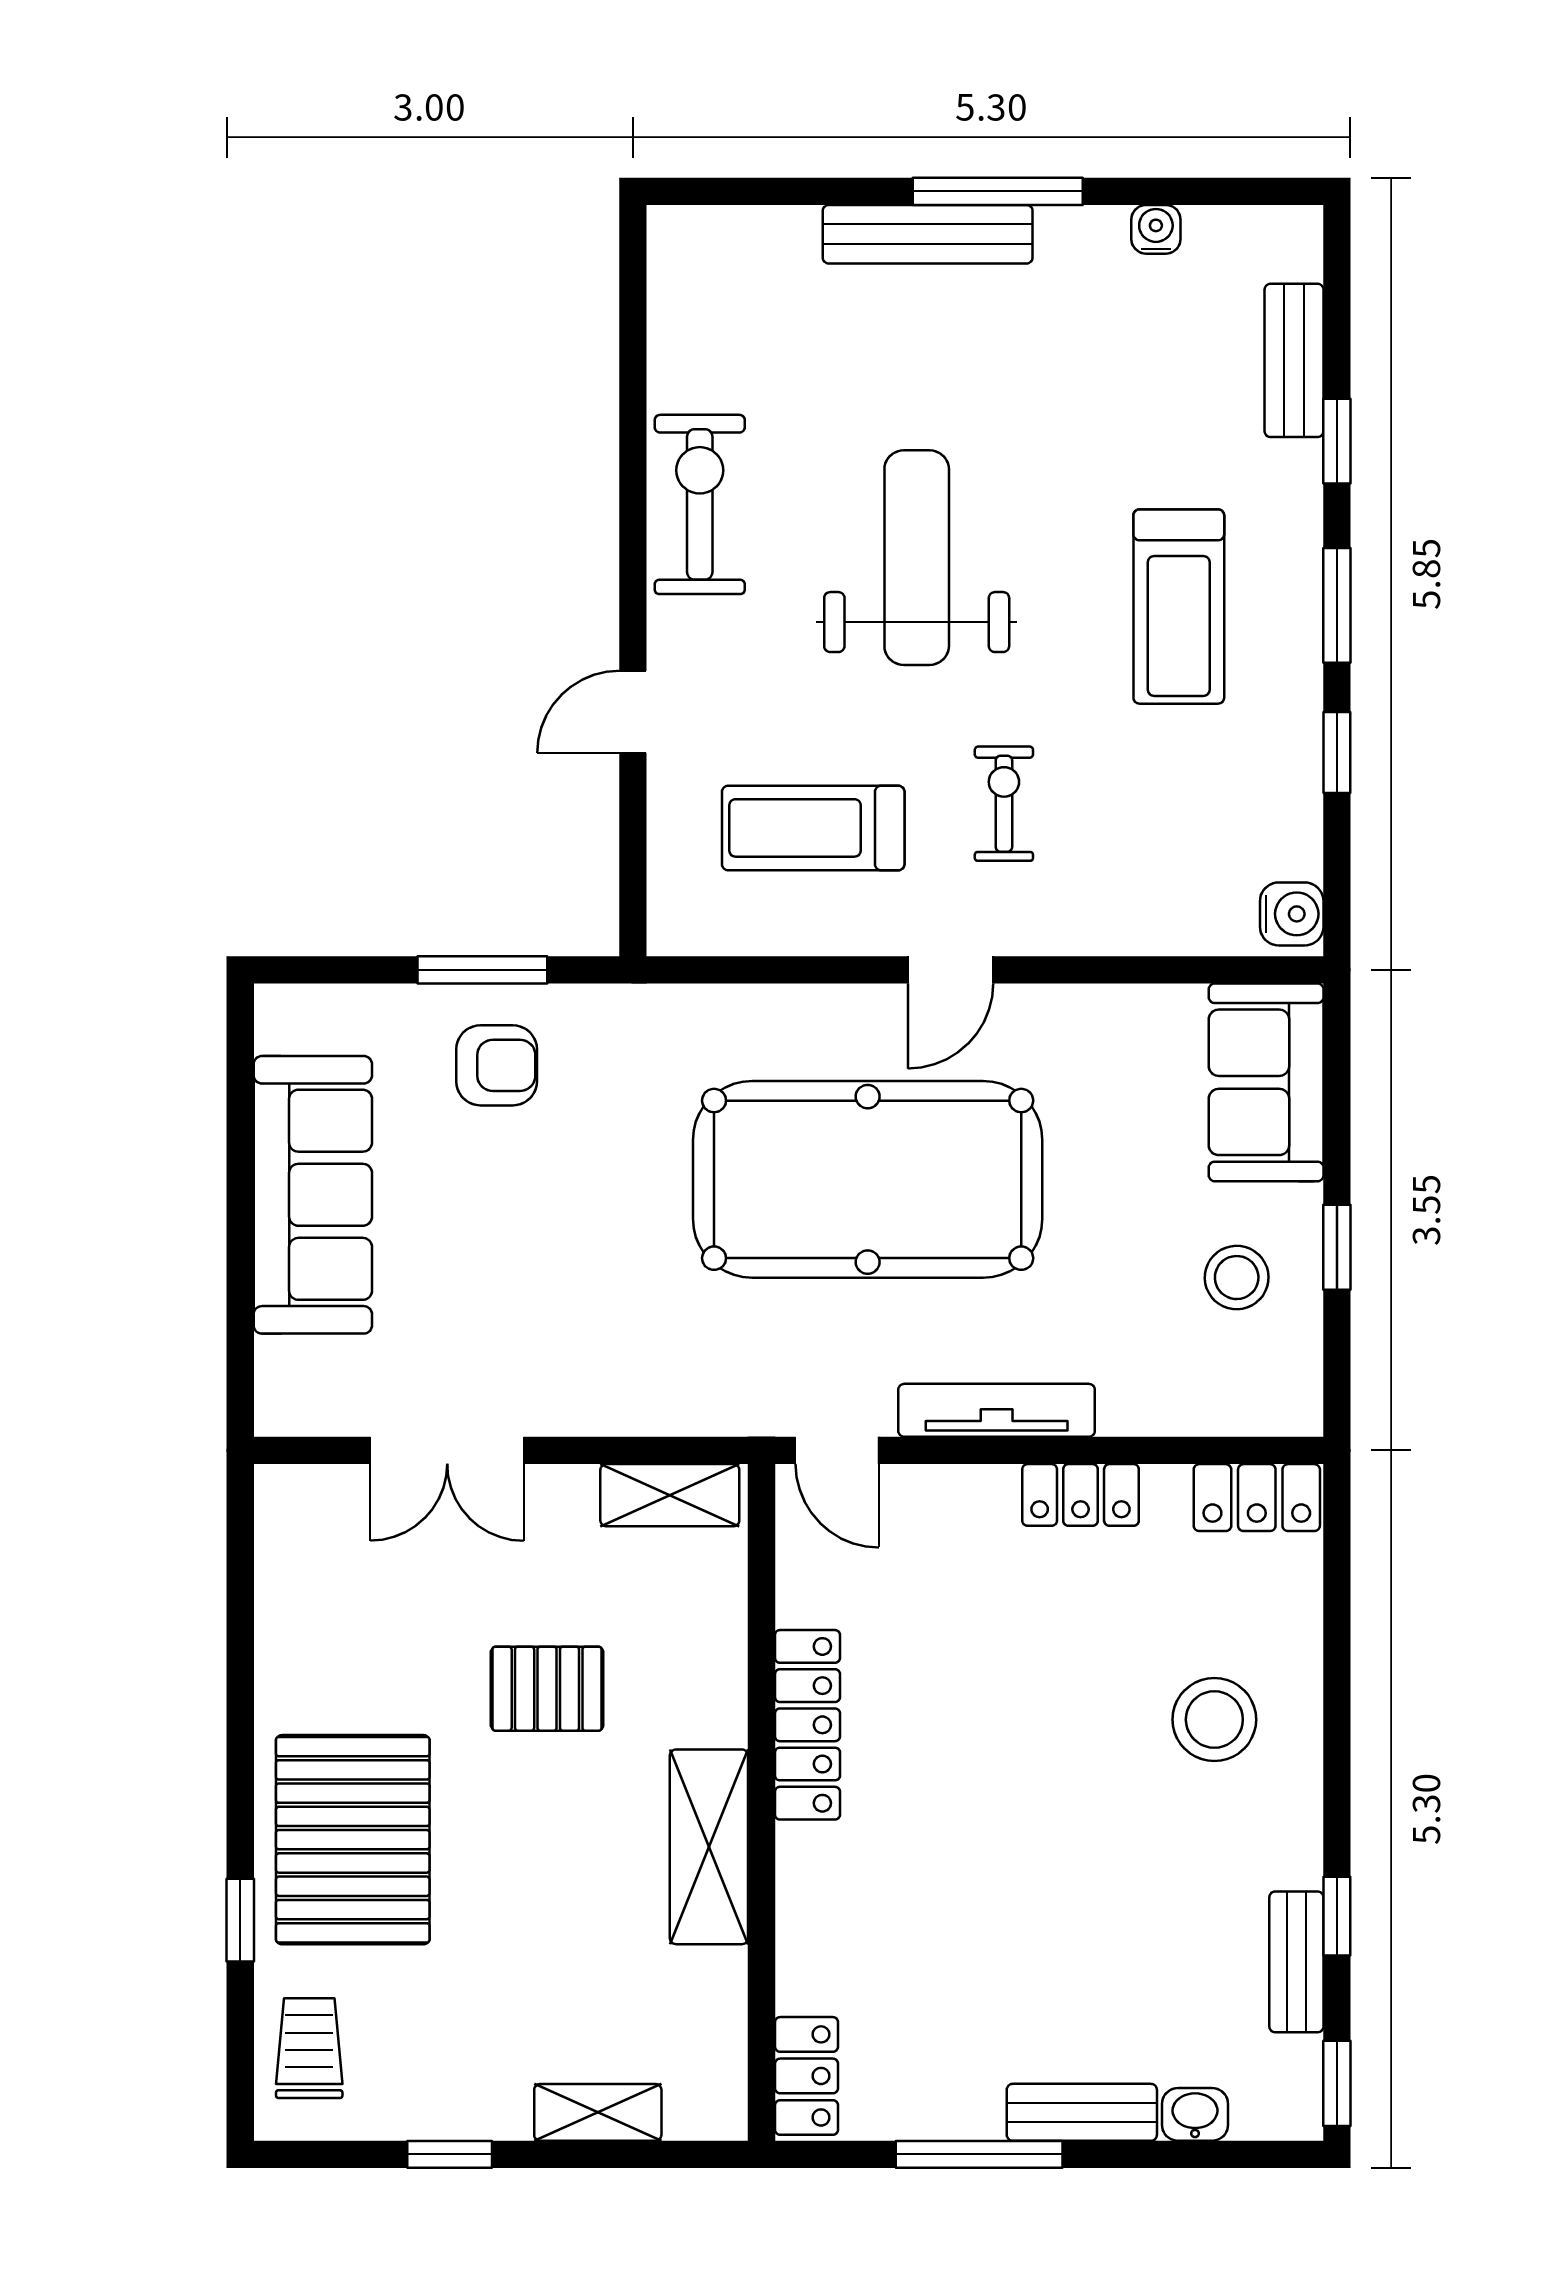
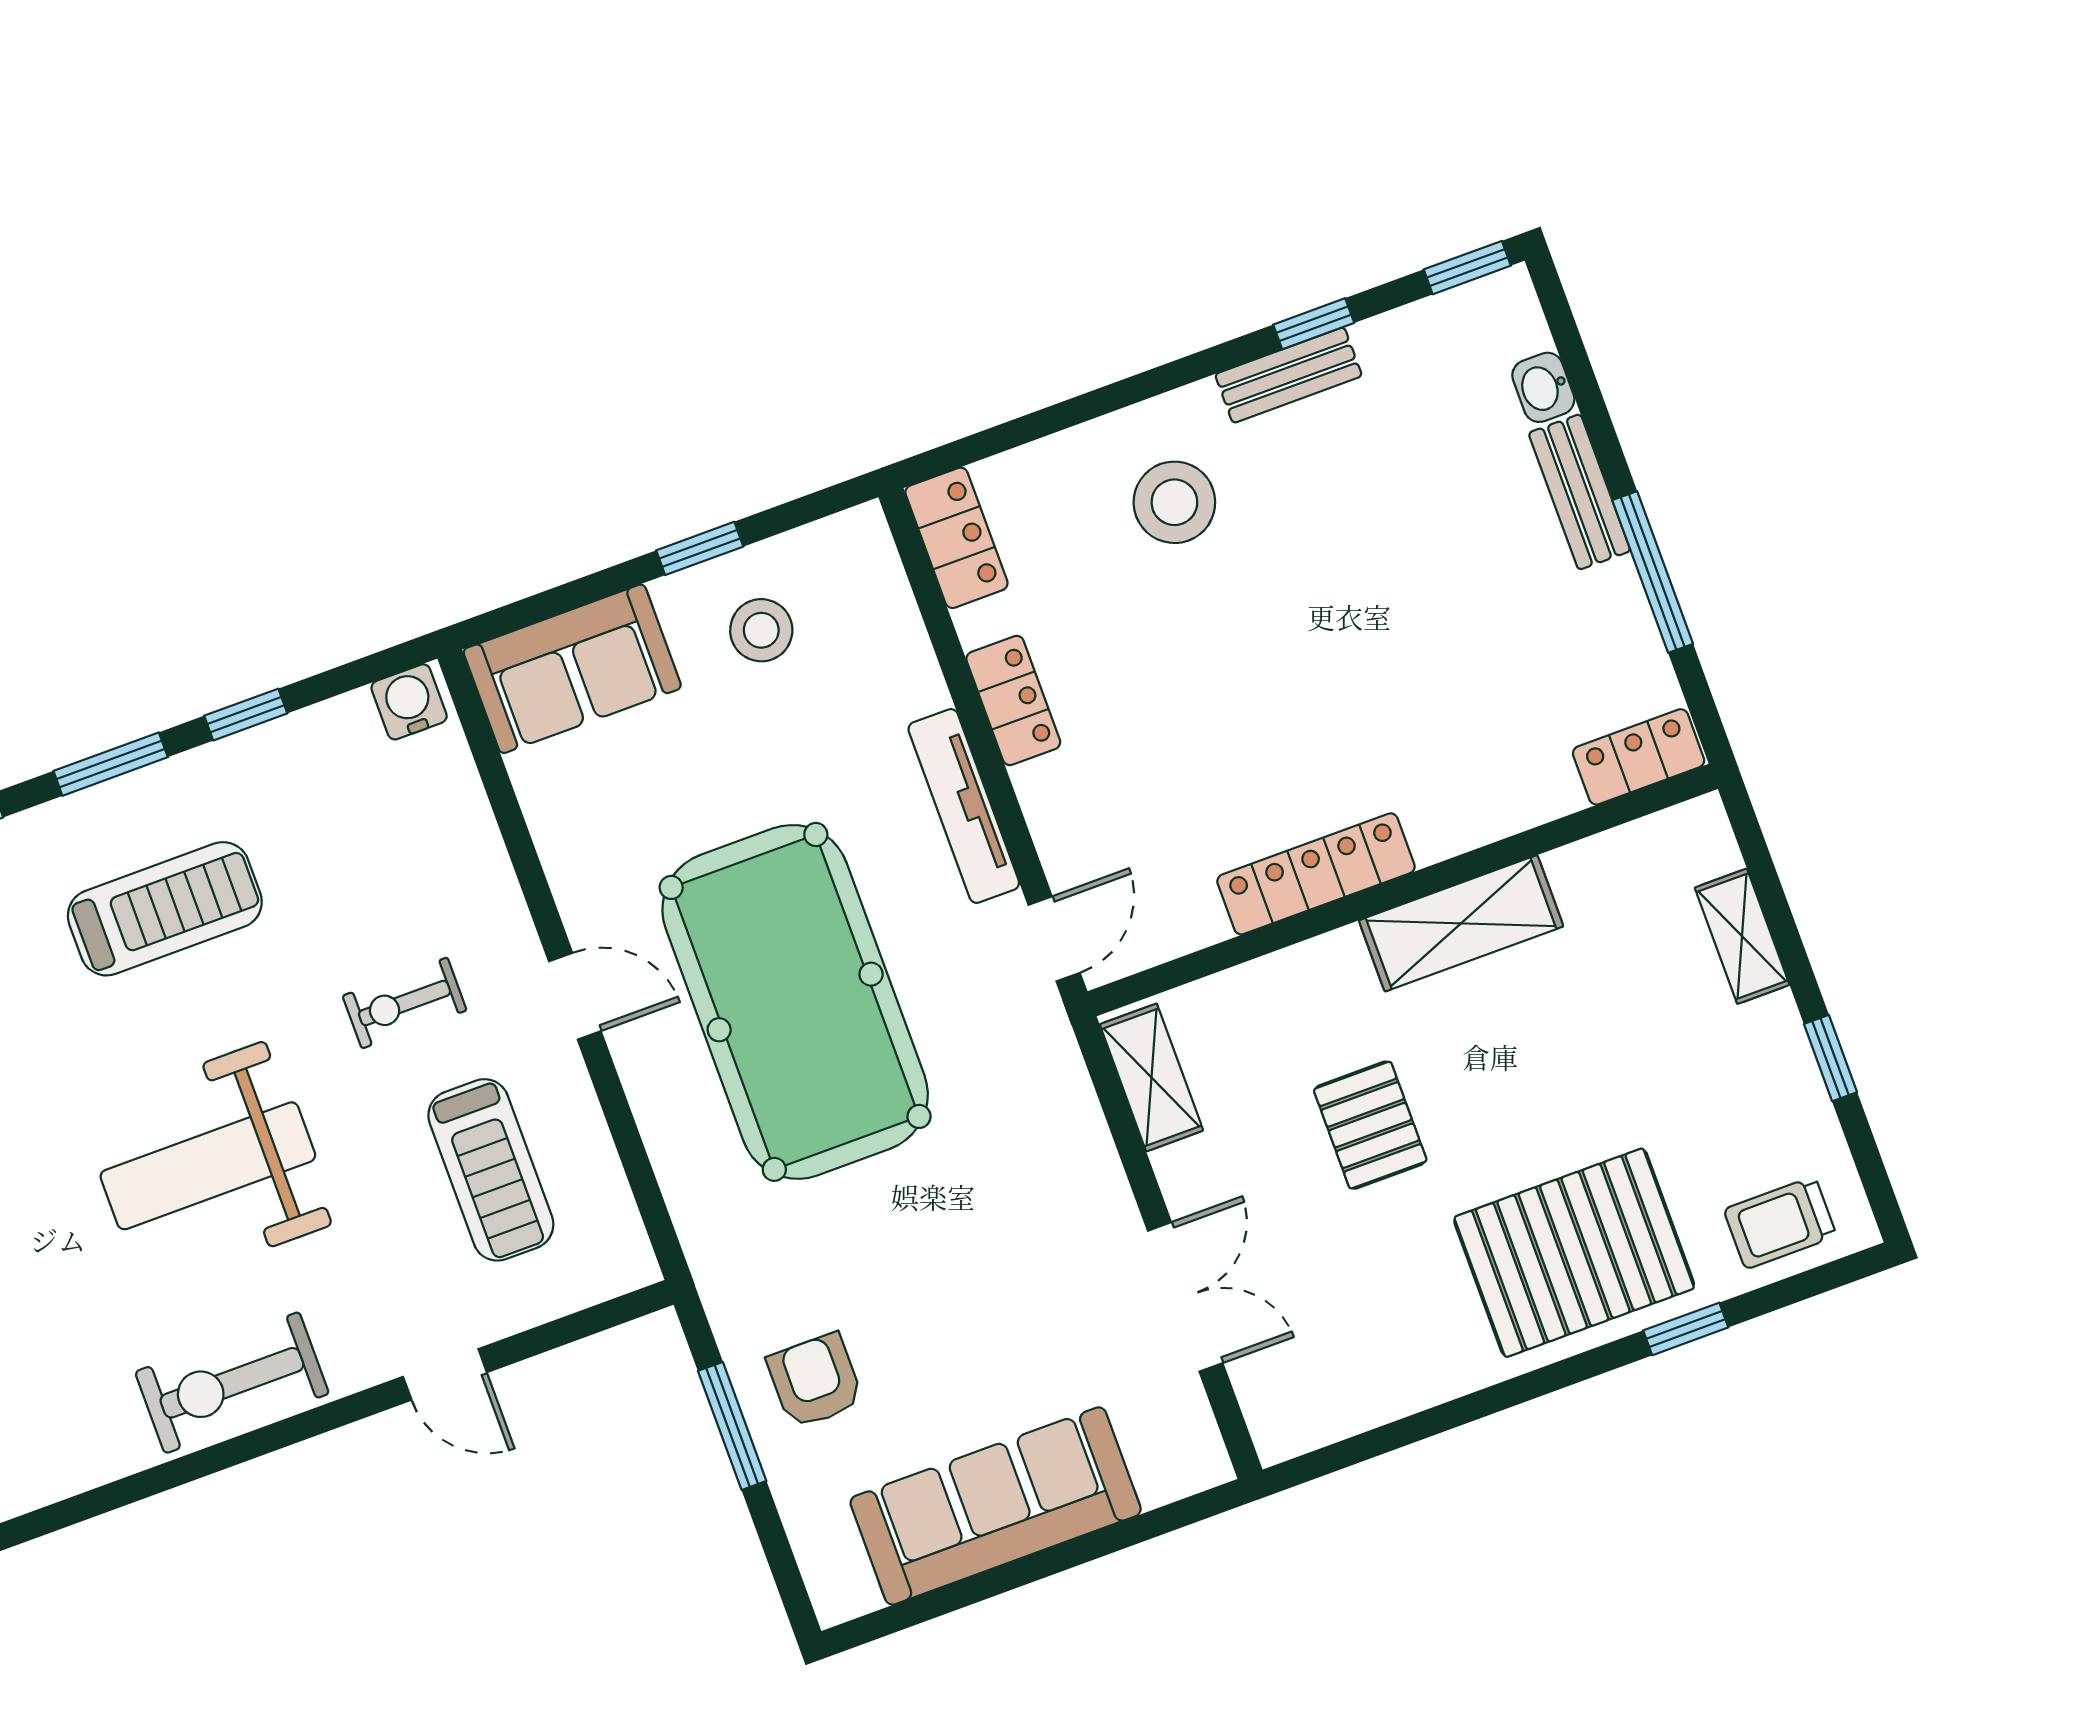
bench: (1296, 1962) -> (1288, 375), moved

